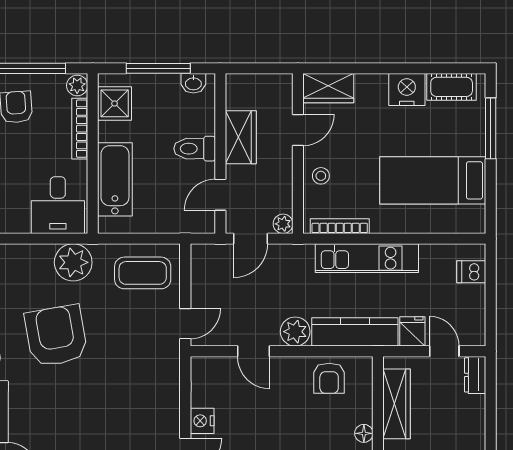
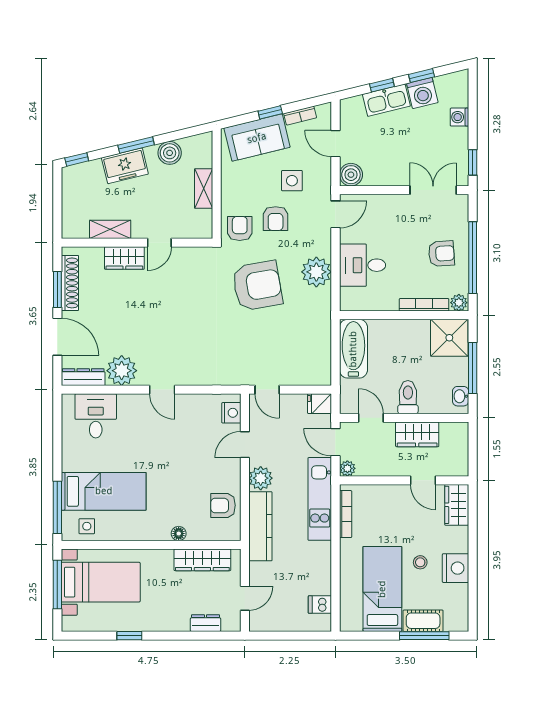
cot: (452, 87) -> (423, 621), moved, turned 90
shower: (115, 103) -> (449, 338), width x1.36, depth x1.36
stool: (321, 176) -> (420, 562), moved
bathtub: (115, 179) -> (353, 349), moved, turned -90
desk: (58, 205) -> (362, 265), moved
kitchen unit: (367, 258) -> (320, 499), moved
plant: (73, 262) -> (316, 272), moved
dishwasher: (471, 272) -> (320, 605), moved, turned -90
coffee table: (143, 273) -> (308, 355), removed
fridge: (412, 331) -> (320, 404), moved, turned 180
dresser: (475, 375) -> (206, 623), moved
nightstand: (202, 421) -> (231, 413), moved, turned 90

